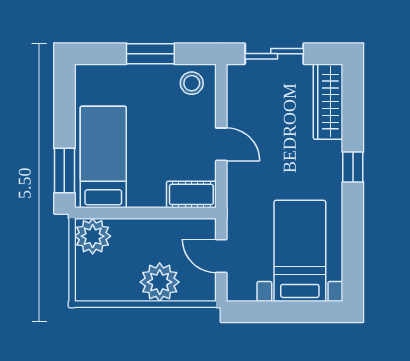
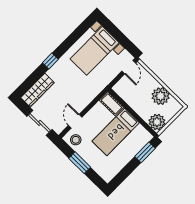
door: (221, 144) -> (75, 121), moved
bed: (103, 157) -> (116, 132), moved
door: (221, 256) -> (129, 67), moved
plant: (160, 282) -> (161, 96), moved

